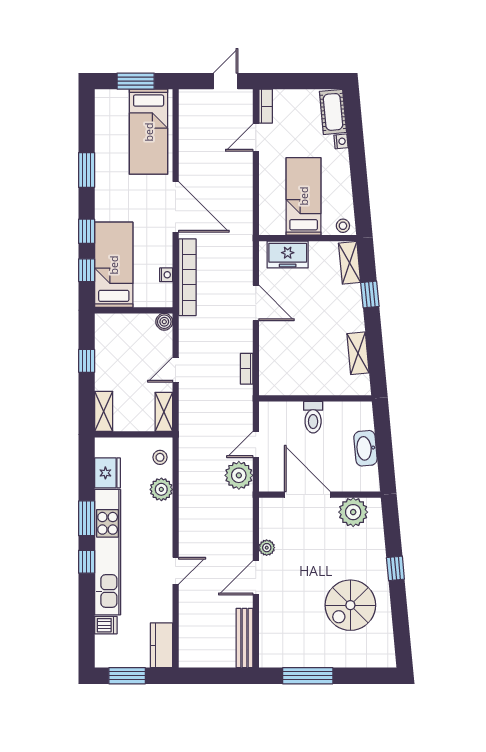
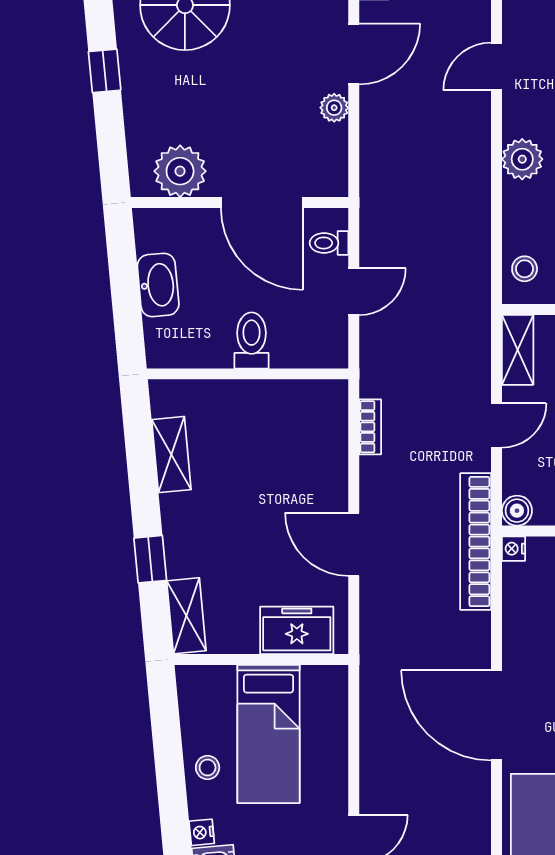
stool: (343, 226) -> (208, 768), moved
nightstand: (166, 275) -> (513, 549), moved
bookcase: (187, 277) -> (476, 542), moved
toilet: (270, 472) -> (329, 243), added
plant: (239, 475) -> (384, 237), removed
plant: (161, 489) -> (522, 159), moved

